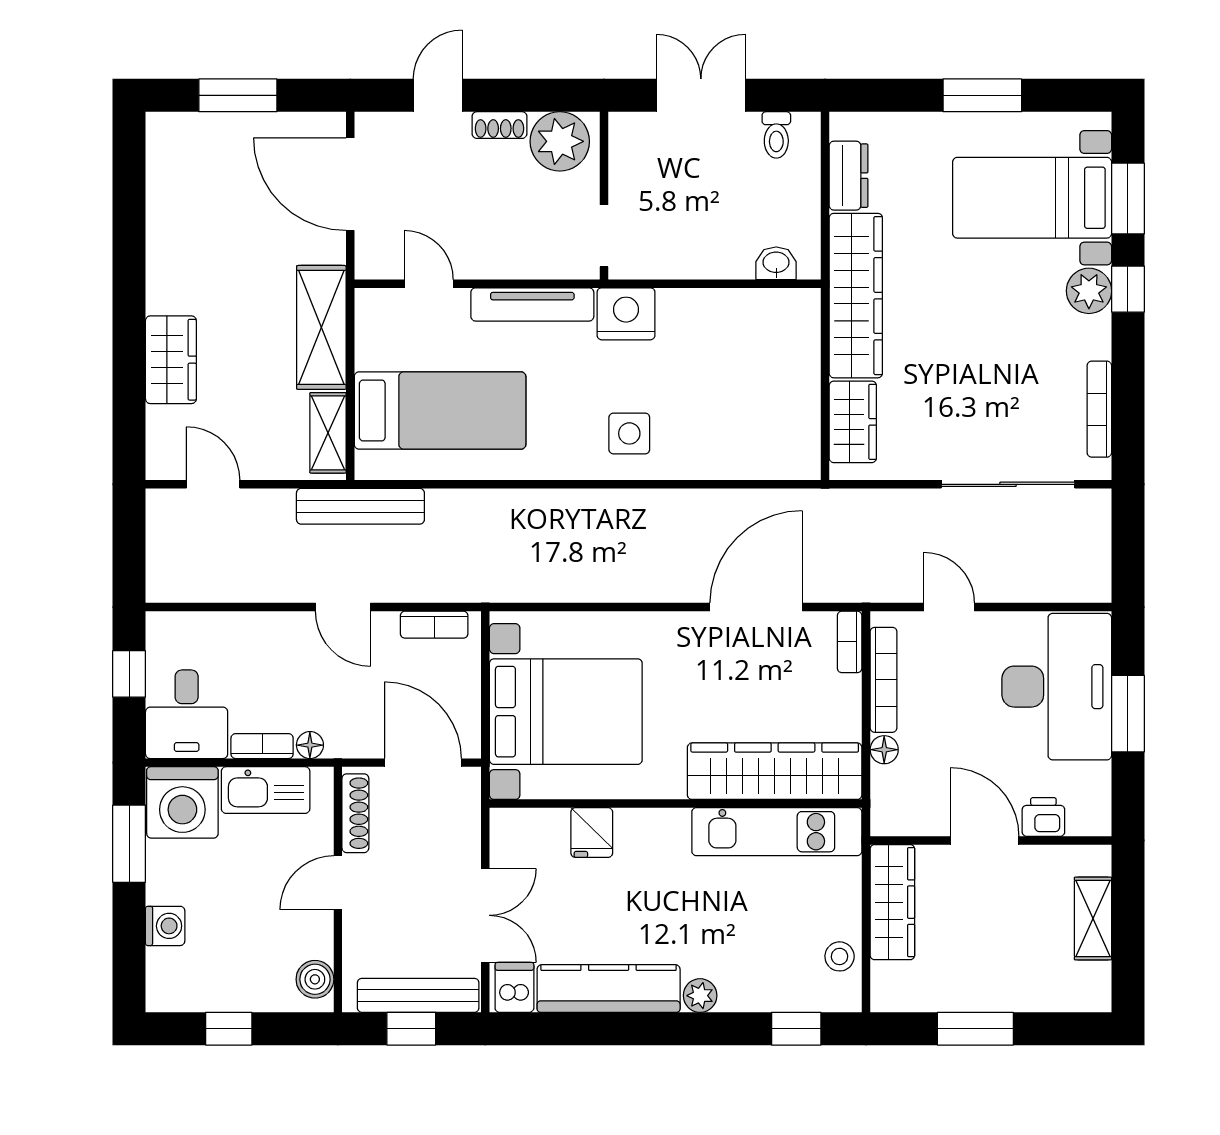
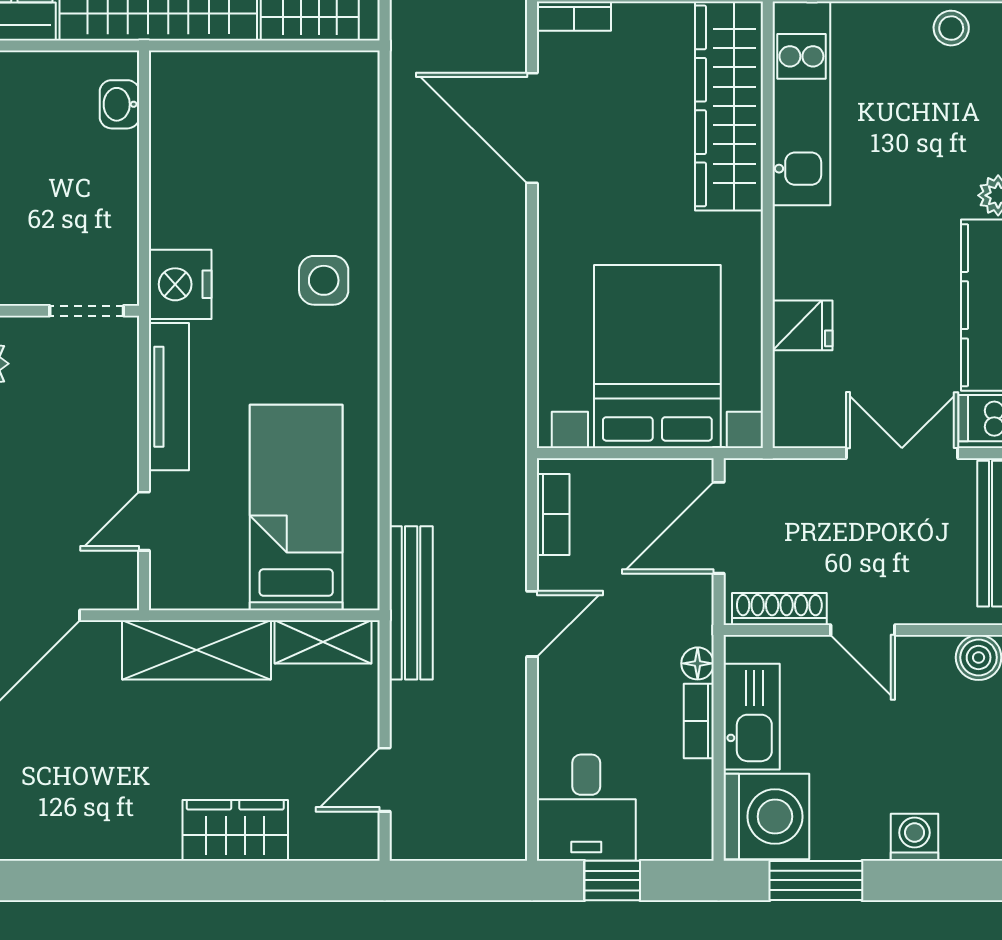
desk: (187, 714) -> (586, 808), moved, turned 90

